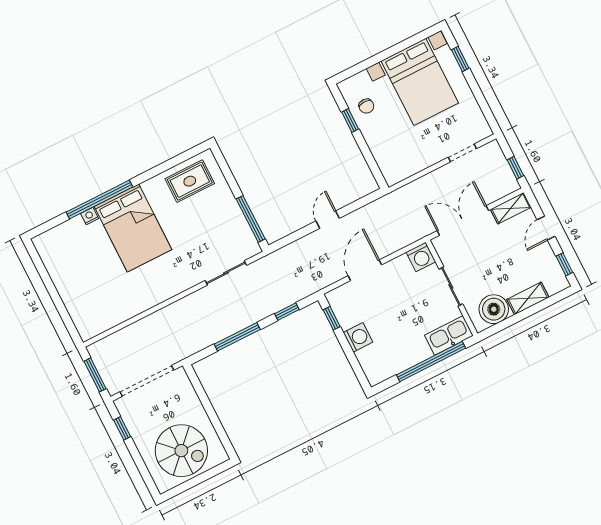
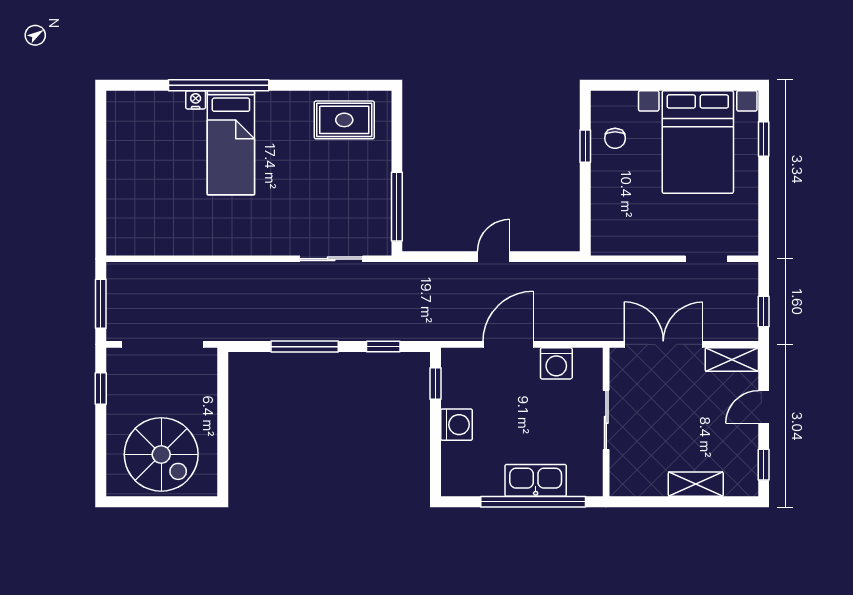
bed: (133, 228) -> (231, 143), width x0.67
washing machine: (421, 257) -> (556, 363), moved
boiler: (494, 309) -> (646, 476), removed
kitchen sink: (449, 335) -> (536, 480), moved

